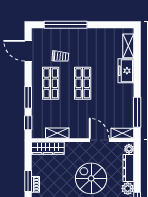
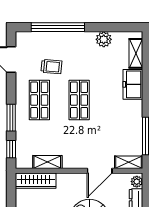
plant: (102, 34) -> (104, 39), added
door: (99, 140) -> (100, 171), swing flipped

